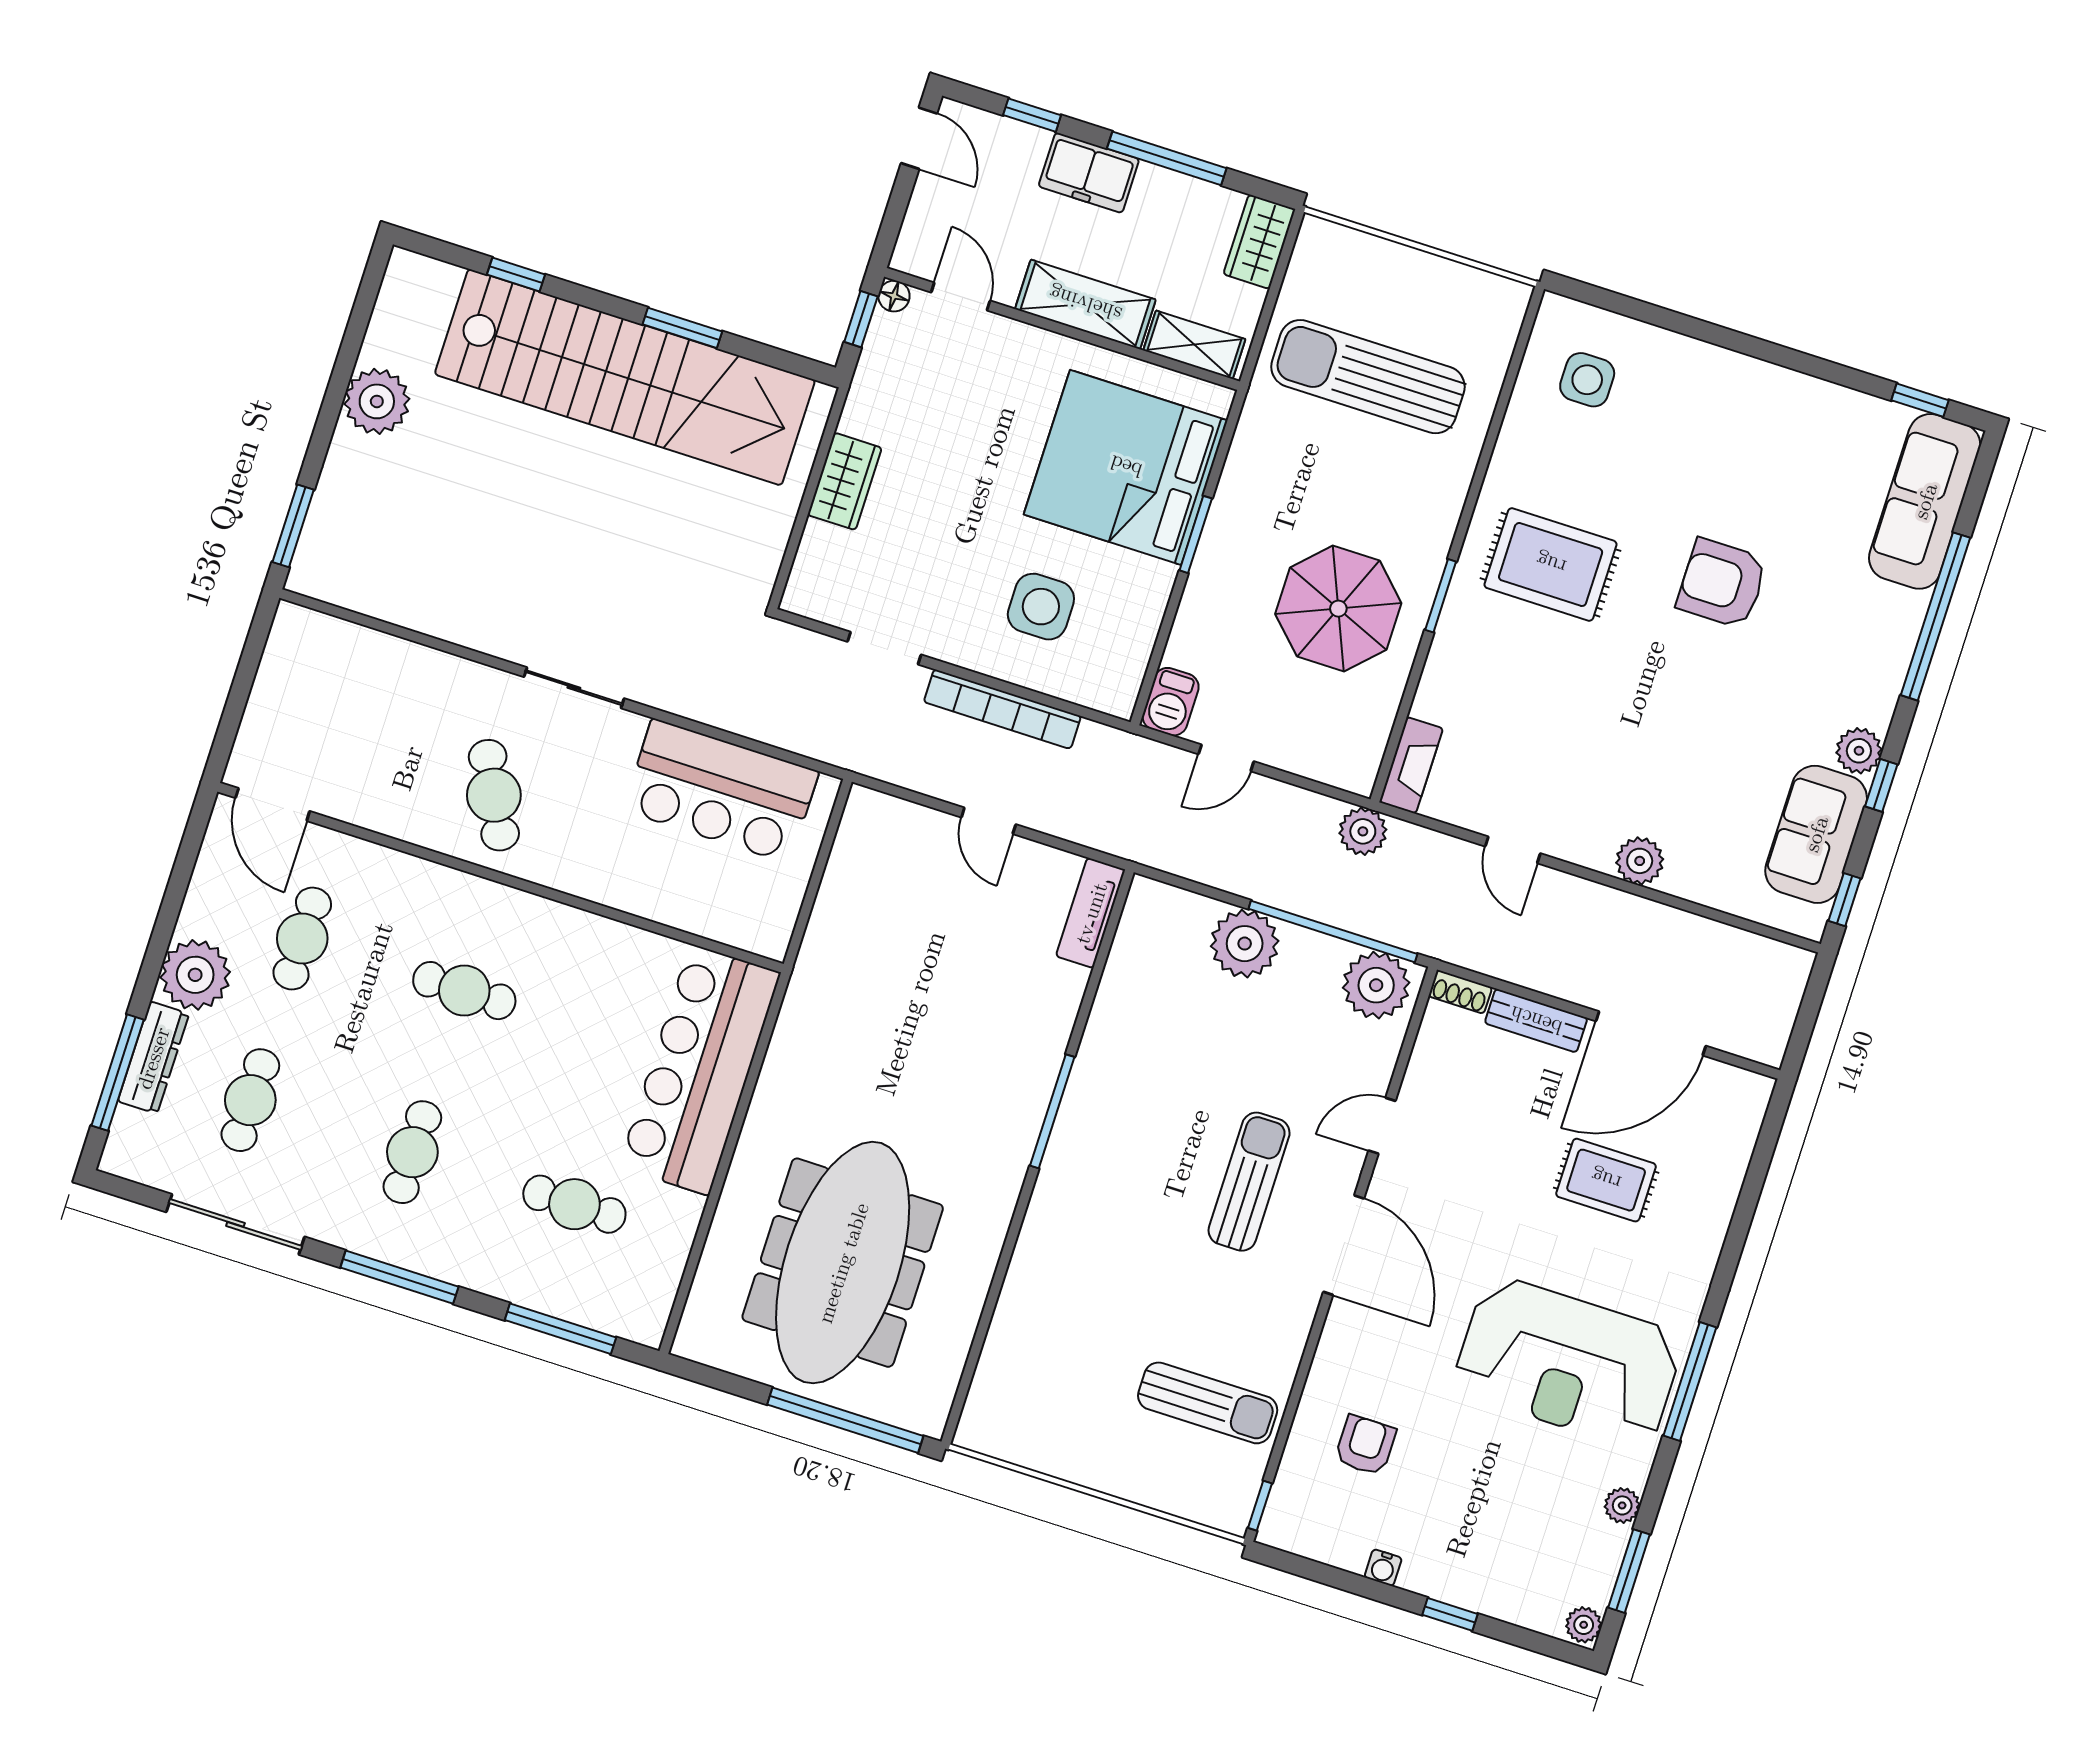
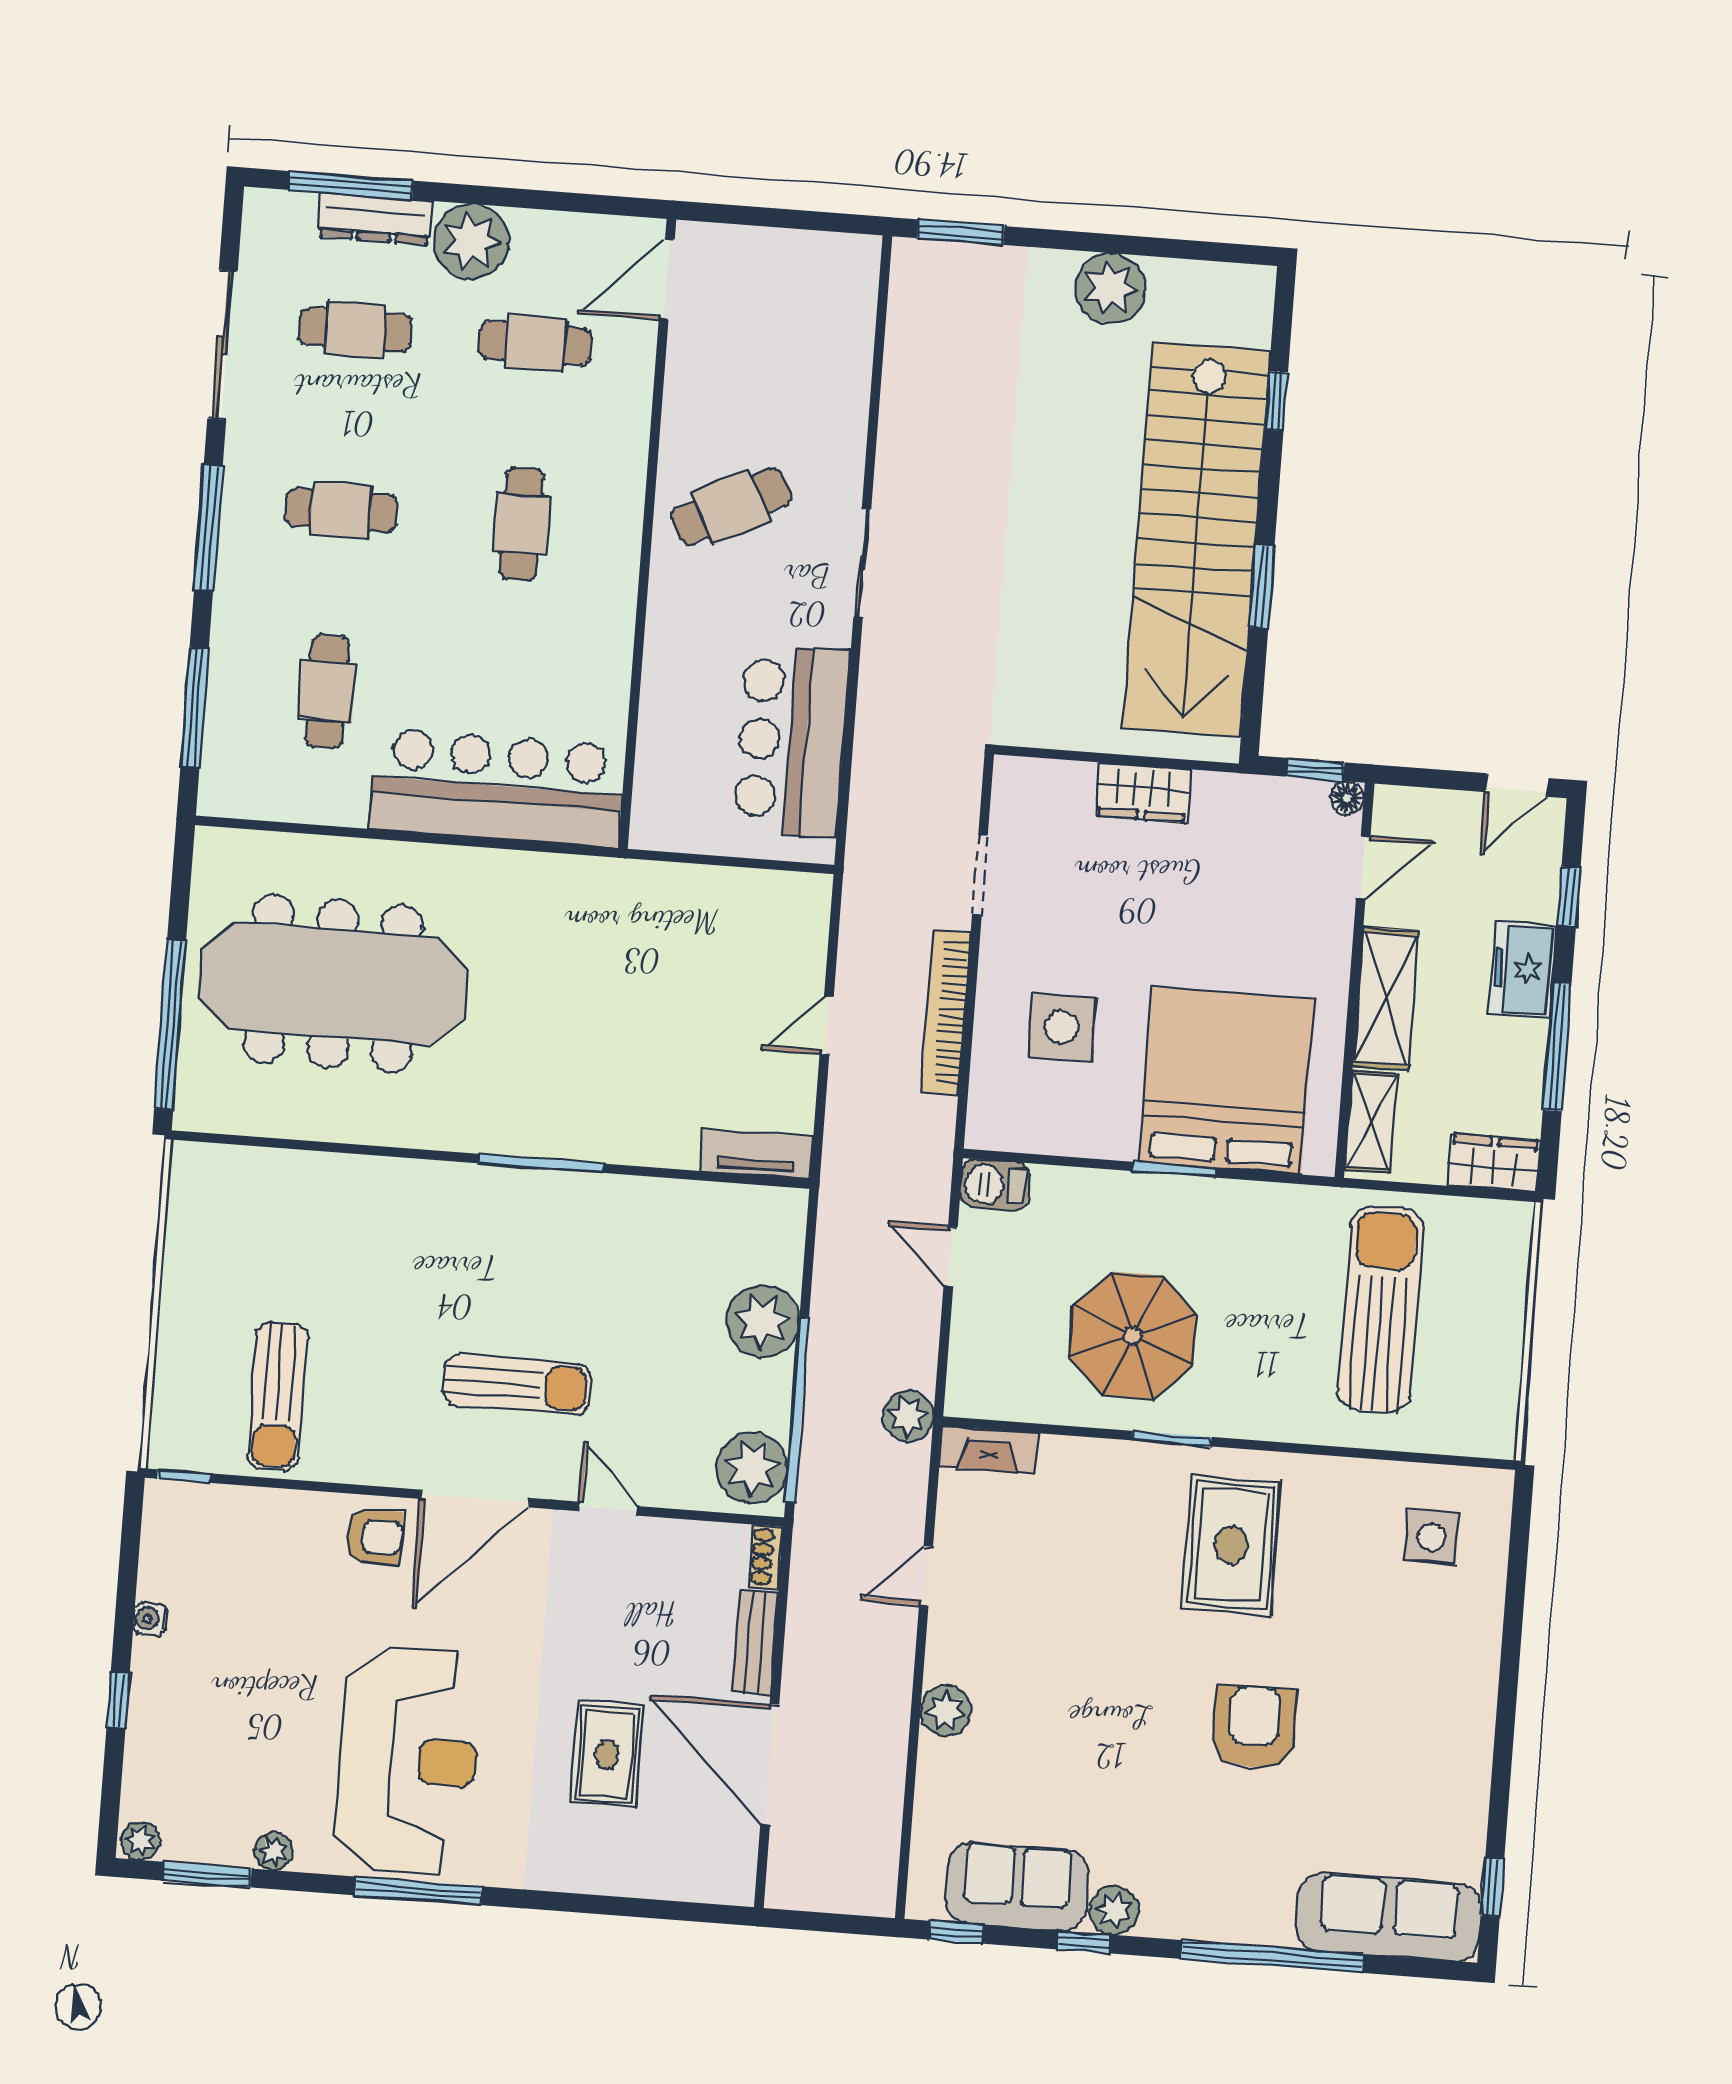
reception desk: (1568, 1363) -> (408, 1760), turned 180
armchair: (1365, 1445) -> (375, 1537), moved

